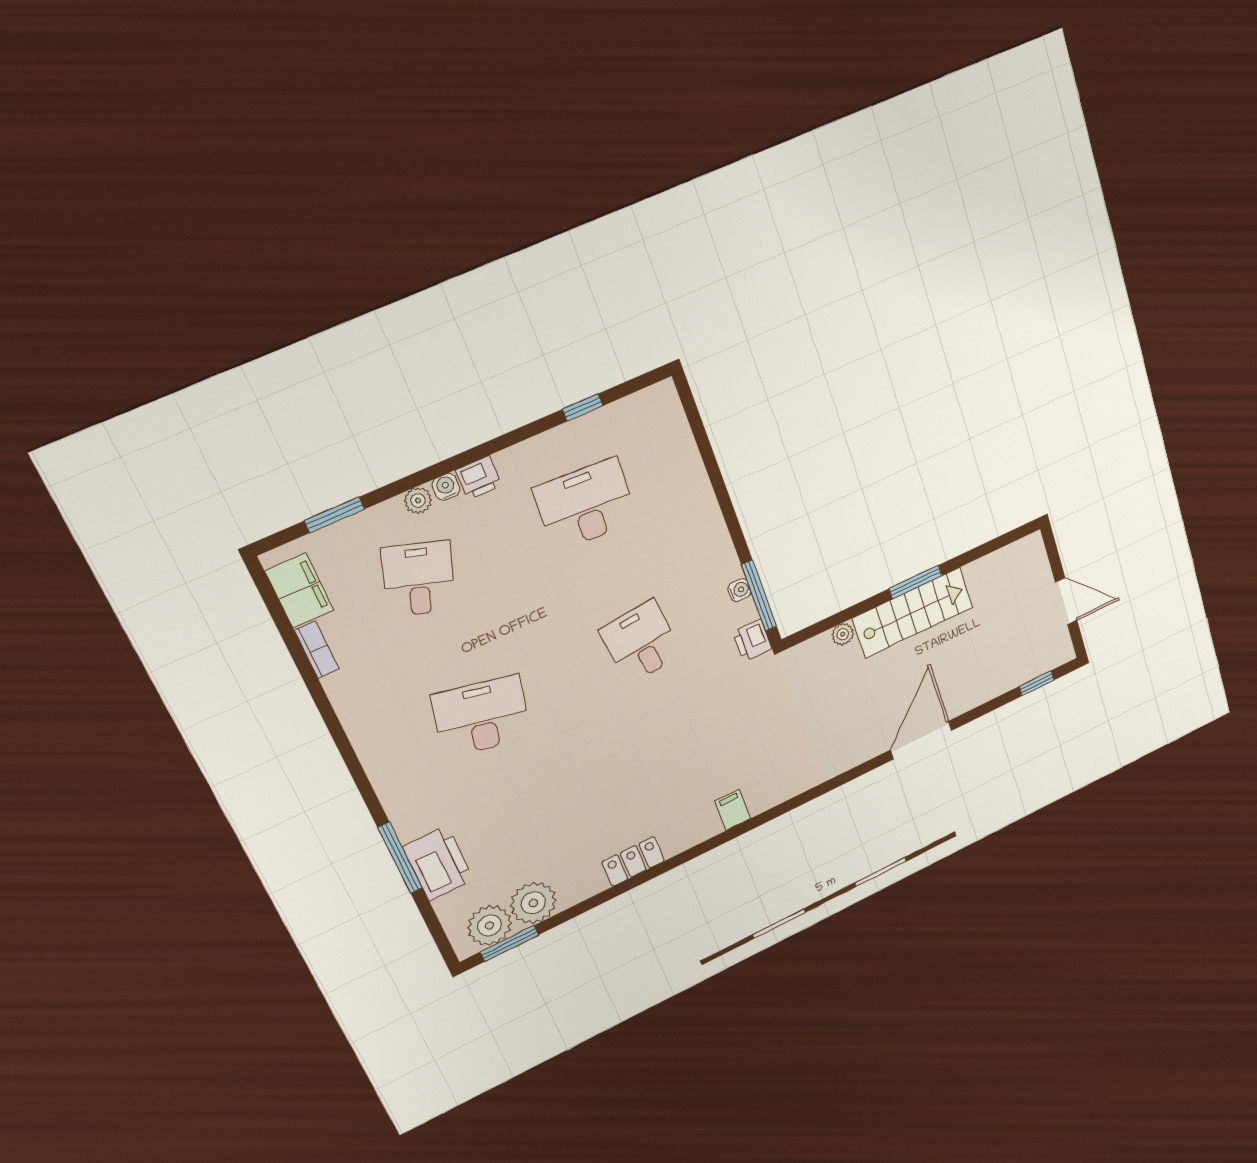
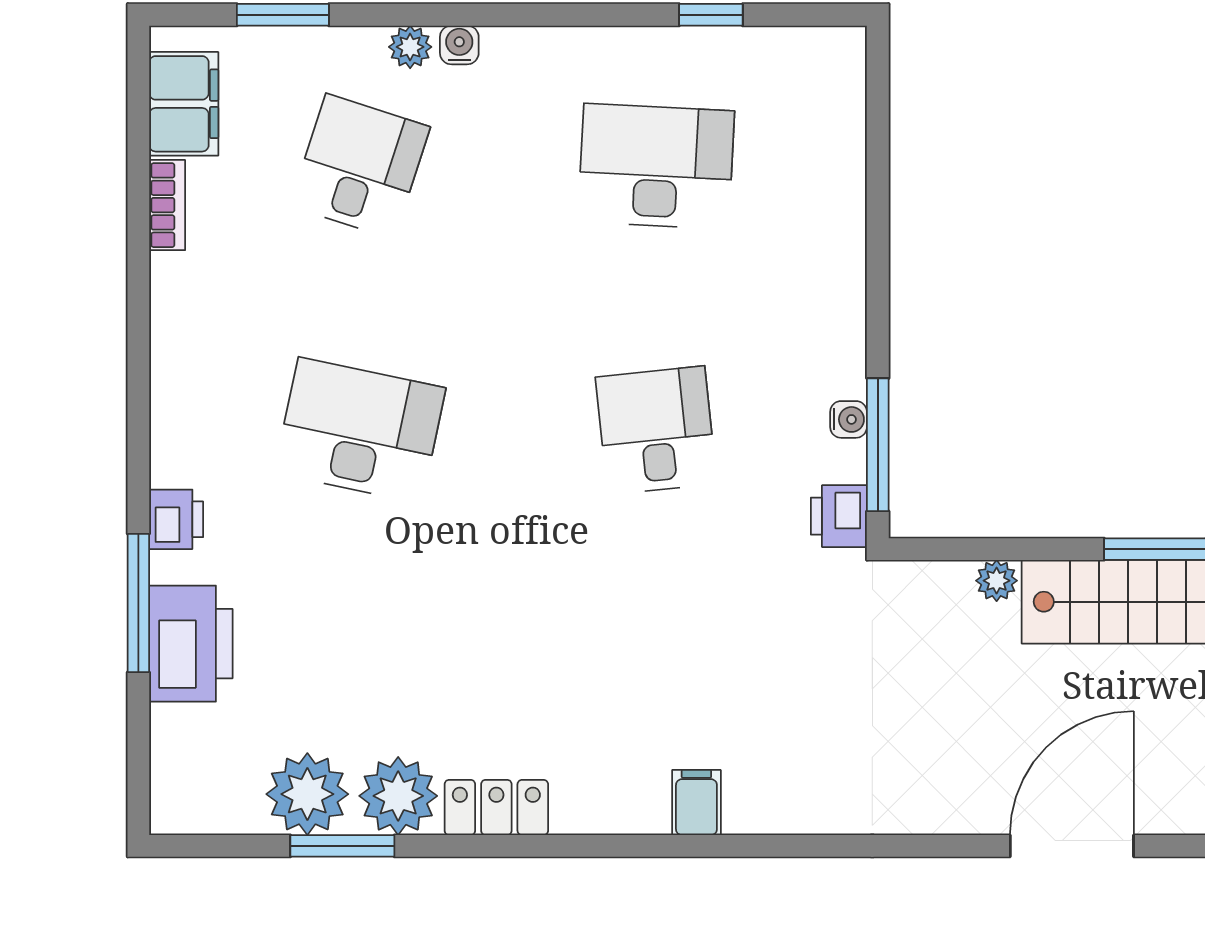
printer: (479, 478) -> (176, 519), moved, turned -90
plant: (490, 925) -> (398, 796), moved
window: (509, 943) -> (342, 846), moved

